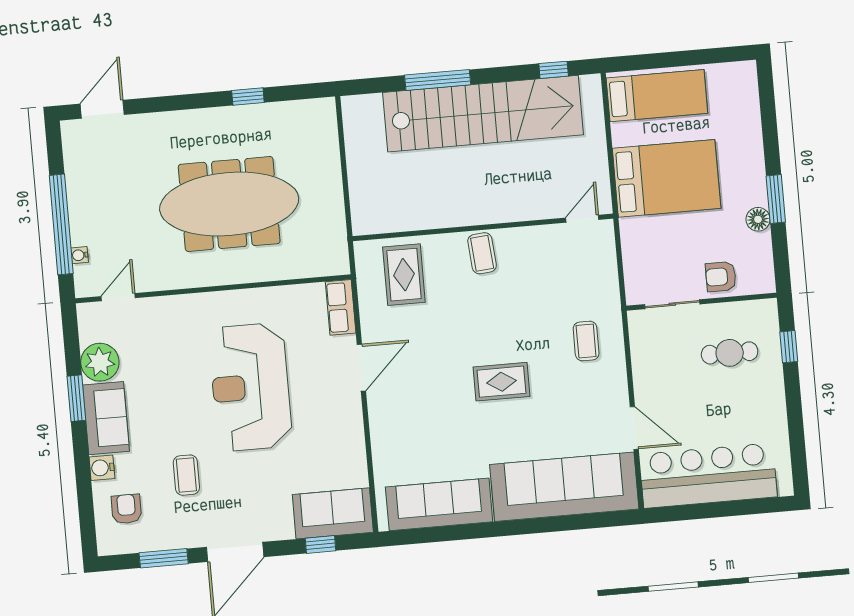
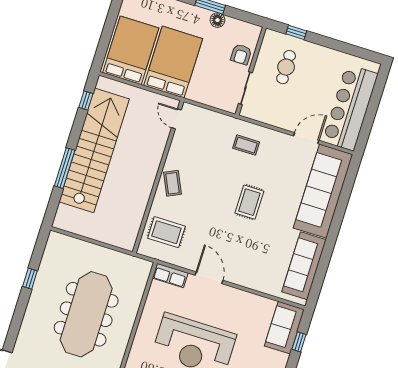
bed: (657, 96) -> (131, 50), width x1.50
coffee table: (482, 253) -> (173, 183), turned 70

